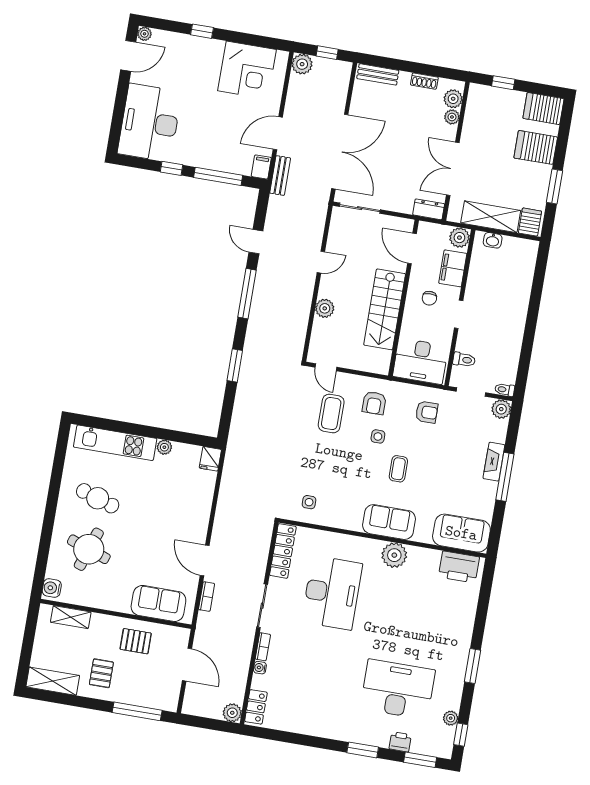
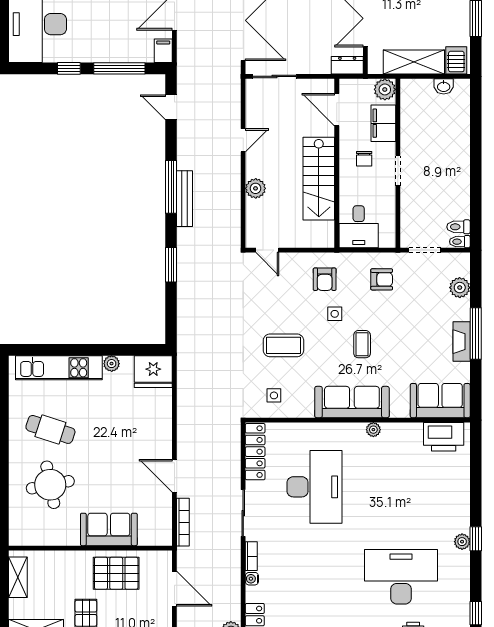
bench: (280, 176) -> (185, 199), moved, width x1.36
washbasin: (493, 240) -> (444, 86), moved
door: (256, 242) -> (171, 107), moved
toilet: (464, 360) -> (458, 227), moved, turned 180
desk: (420, 361) -> (359, 227), width x0.73
plant: (501, 409) -> (460, 288), moved
coffee table: (331, 414) -> (283, 345), moved, turned 90
fridge: (210, 459) -> (153, 372), width x1.88, depth x1.34
fireplace: (494, 462) -> (462, 342), moved
sofa: (389, 522) -> (352, 402), width x1.36
round table: (89, 549) -> (50, 485), turned -30
plant: (394, 555) -> (373, 430), width x0.53, depth x0.53
water cooler: (52, 588) -> (18, 532), removed
bookcase: (207, 597) -> (183, 522), width x1.56
sofa: (158, 603) -> (109, 529), moved
shelving: (71, 617) -> (18, 577), moved, turned 90
pallet: (136, 641) -> (116, 573), width x1.50, depth x1.42
window: (473, 666) -> (476, 539), width x0.67
plant: (451, 718) -> (462, 542), moved

